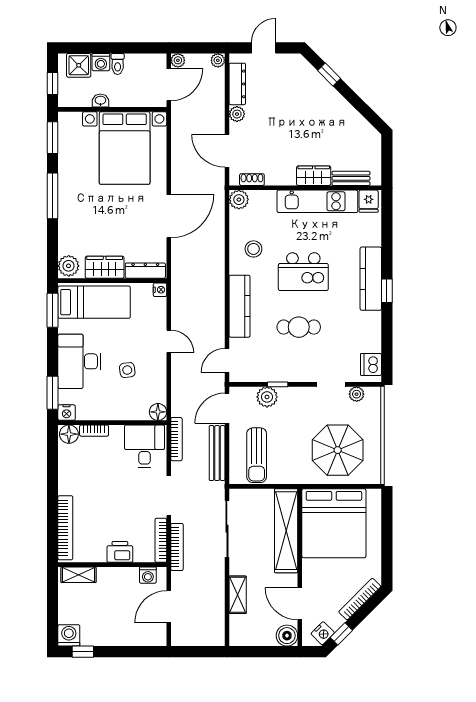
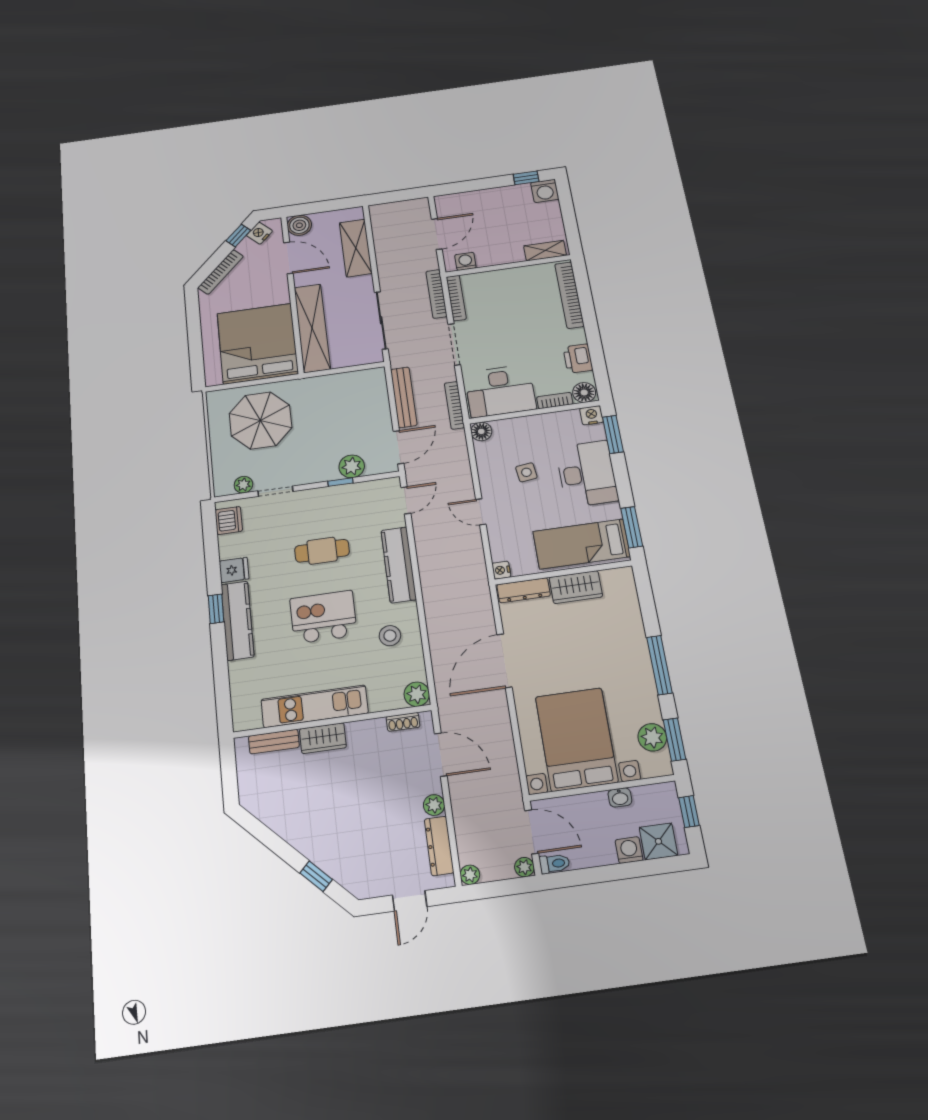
toilet: (118, 64) -> (554, 864), moved, turned 90
door: (169, 85) -> (532, 832), swing flipped
fridge: (369, 201) -> (234, 570), moved, turned 90
plant: (69, 266) -> (652, 737), moved
desk: (144, 446) -> (500, 391), width x1.37
sun lounger: (257, 455) -> (356, 402), removed
printer: (120, 552) -> (578, 359), moved, turned 90
shelving: (238, 595) -> (356, 248), width x1.50, depth x1.33

